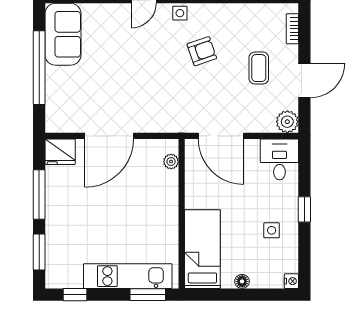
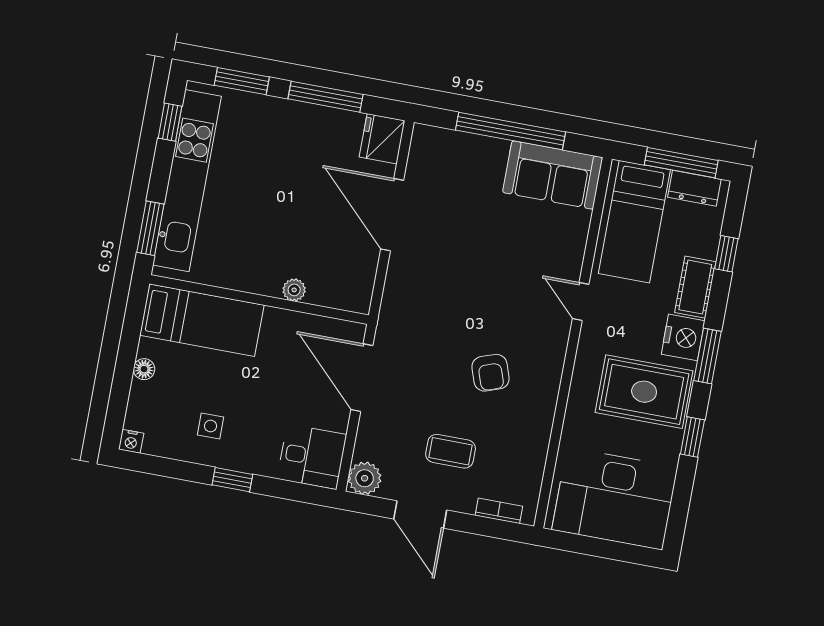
side table: (180, 13) -> (552, 351), removed
door: (221, 136) -> (362, 378), hinge flipped
plant: (171, 162) -> (294, 290), moved
kitchen unit: (128, 276) -> (187, 181), width x1.36

